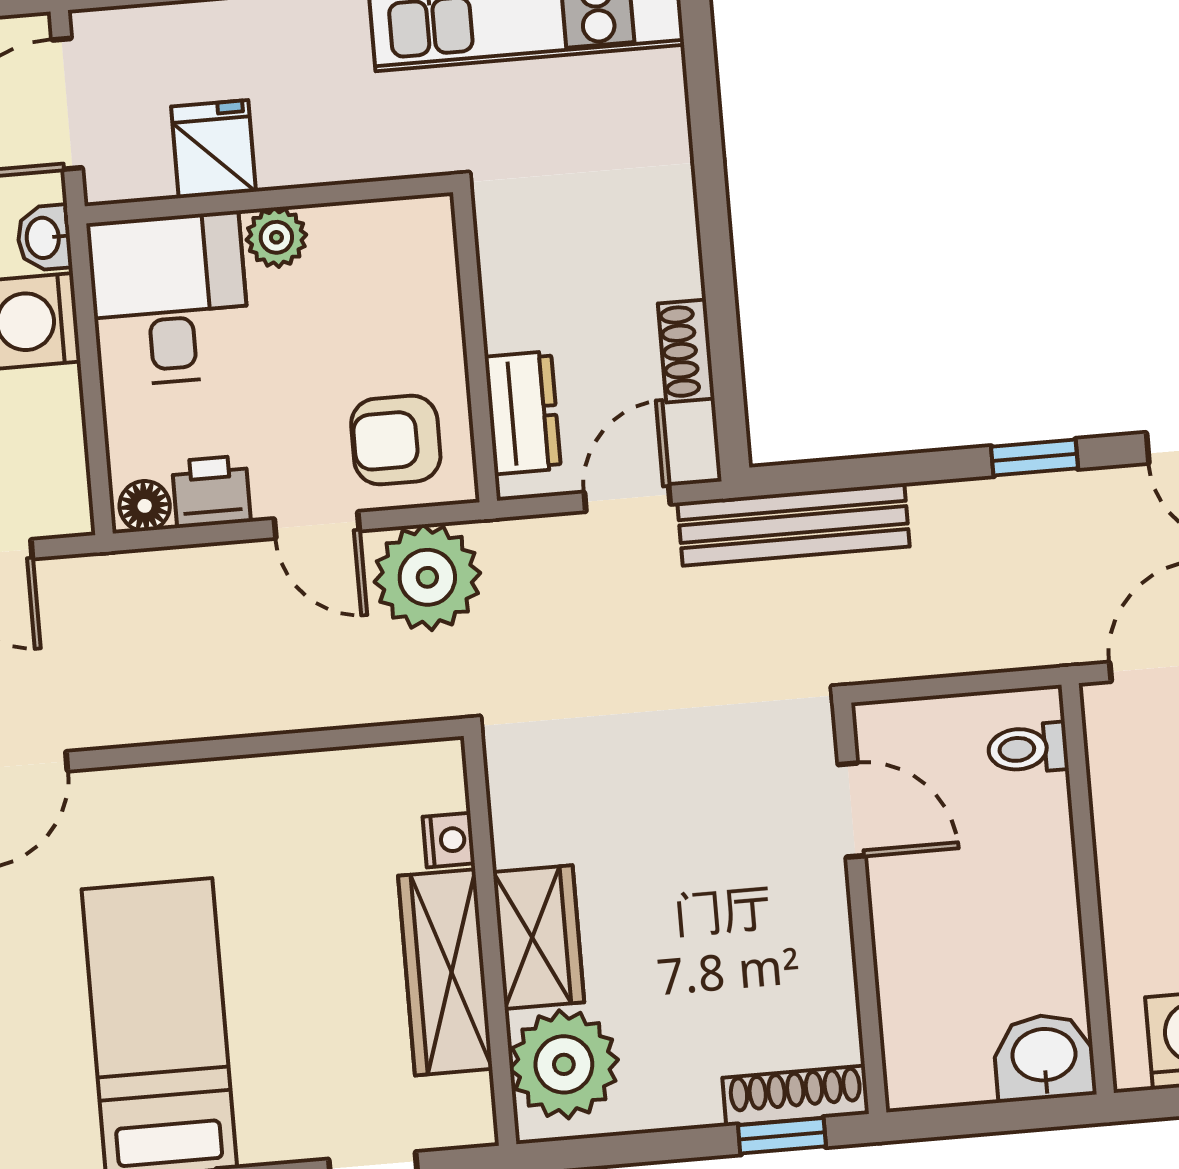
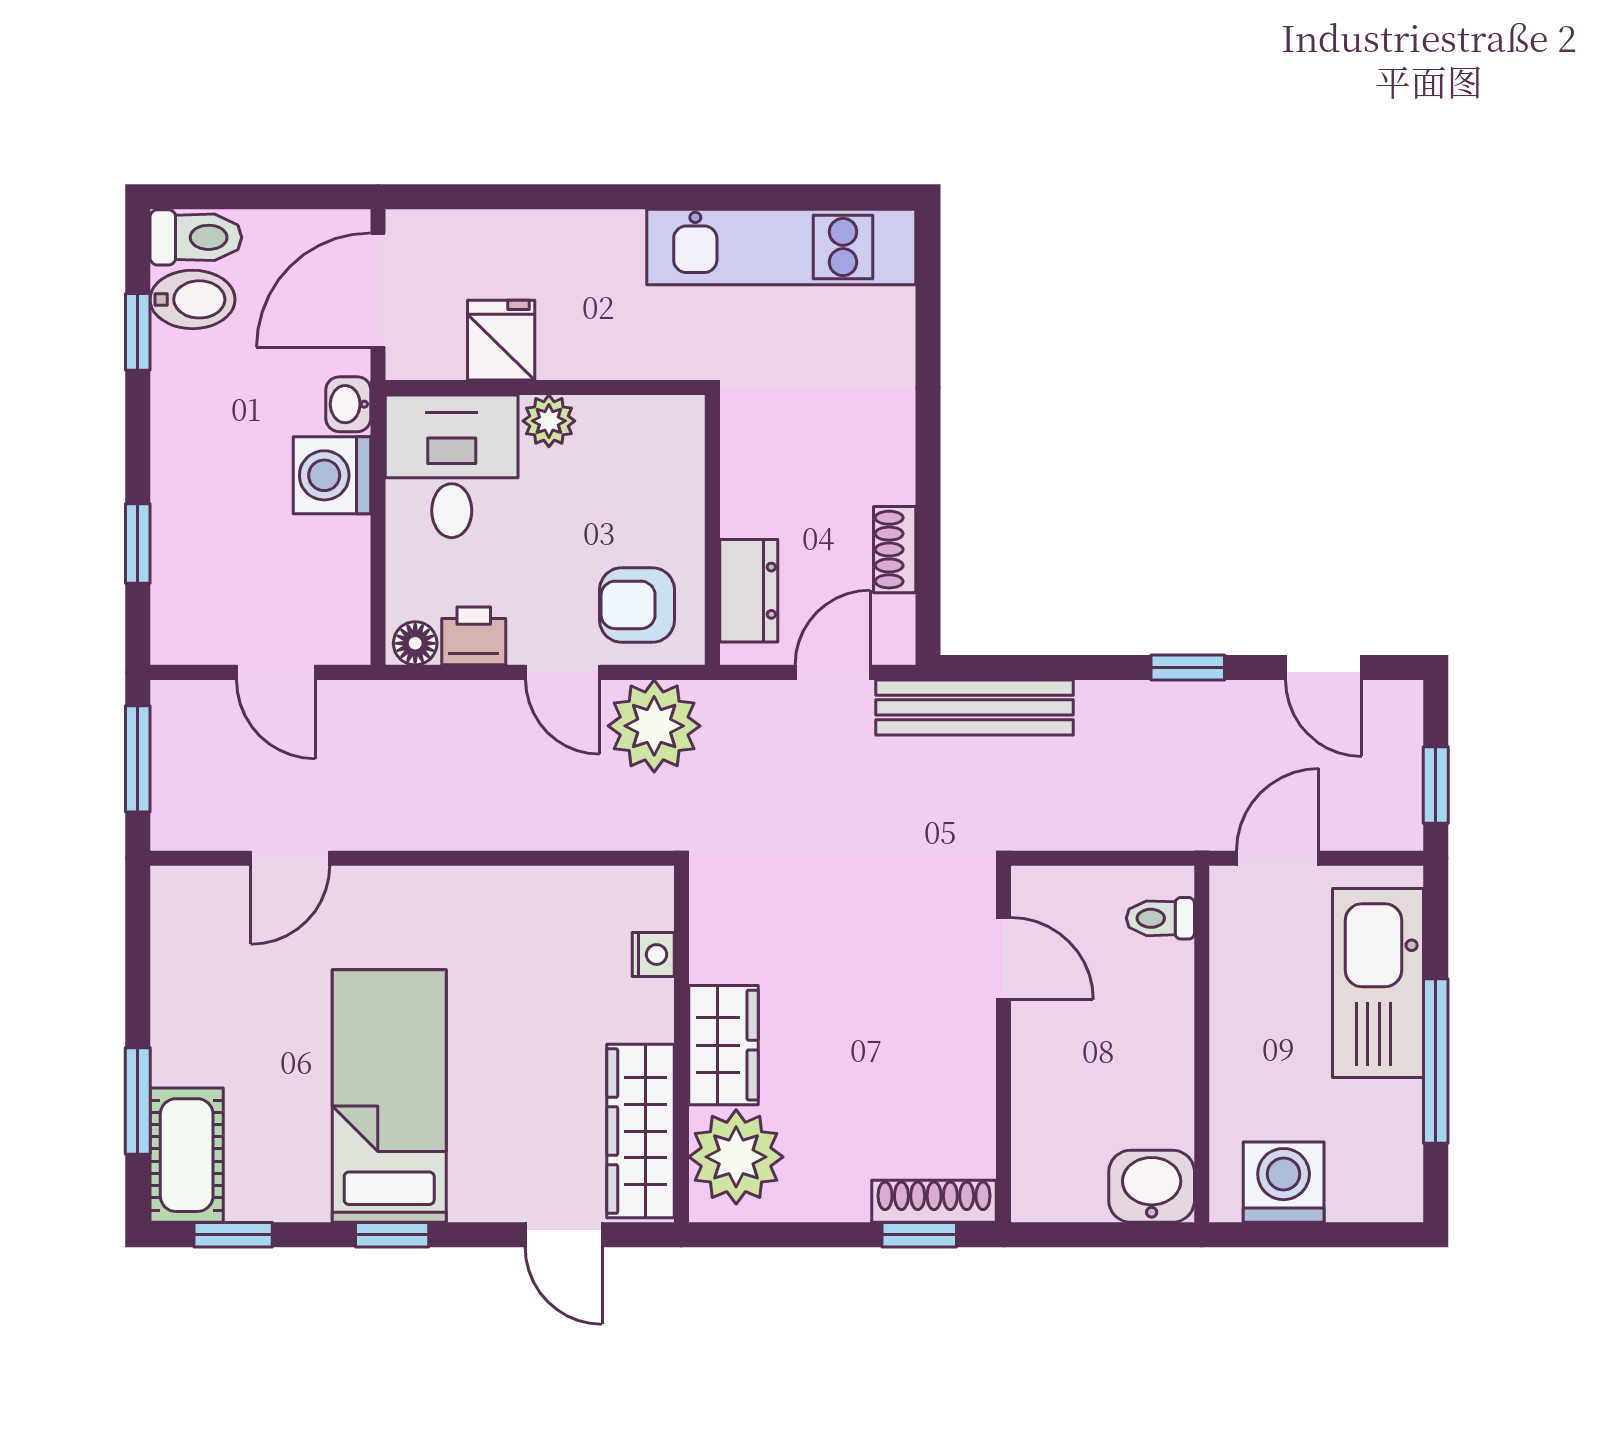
wardrobe: (445, 972) -> (640, 1131), moved

